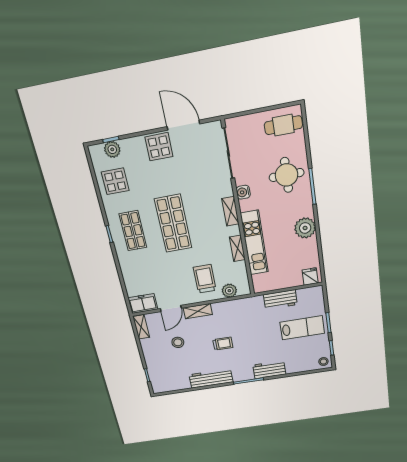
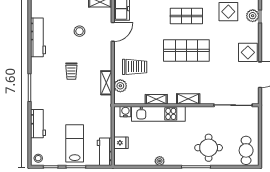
water cooler: (243, 192) -> (125, 112), moved
plant: (305, 228) -> (160, 161), width x0.53, depth x0.53
fridge: (310, 277) -> (121, 143), moved
workbench: (280, 300) -> (105, 152), moved
door: (171, 308) -> (113, 32), swing flipped
shelving: (198, 311) -> (106, 83), moved
lab bench: (302, 328) -> (75, 143), turned 180
workbench: (269, 370) -> (38, 124), moved
workbench: (211, 378) -> (38, 37), moved

